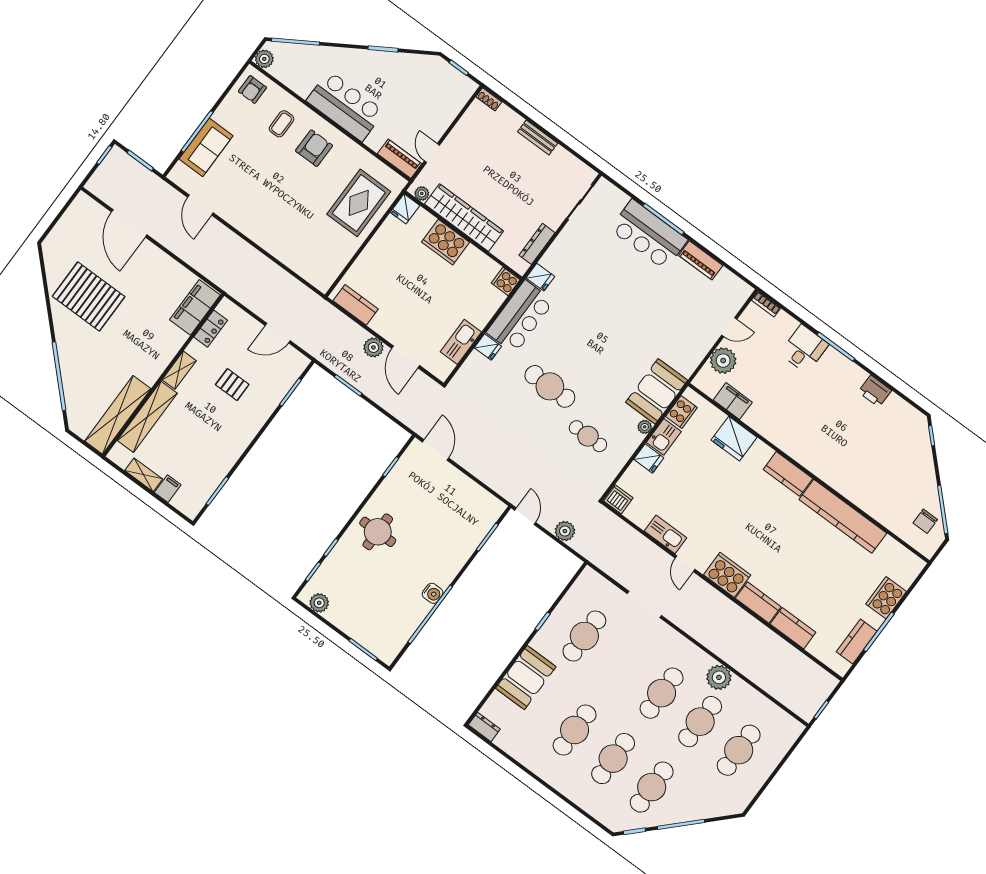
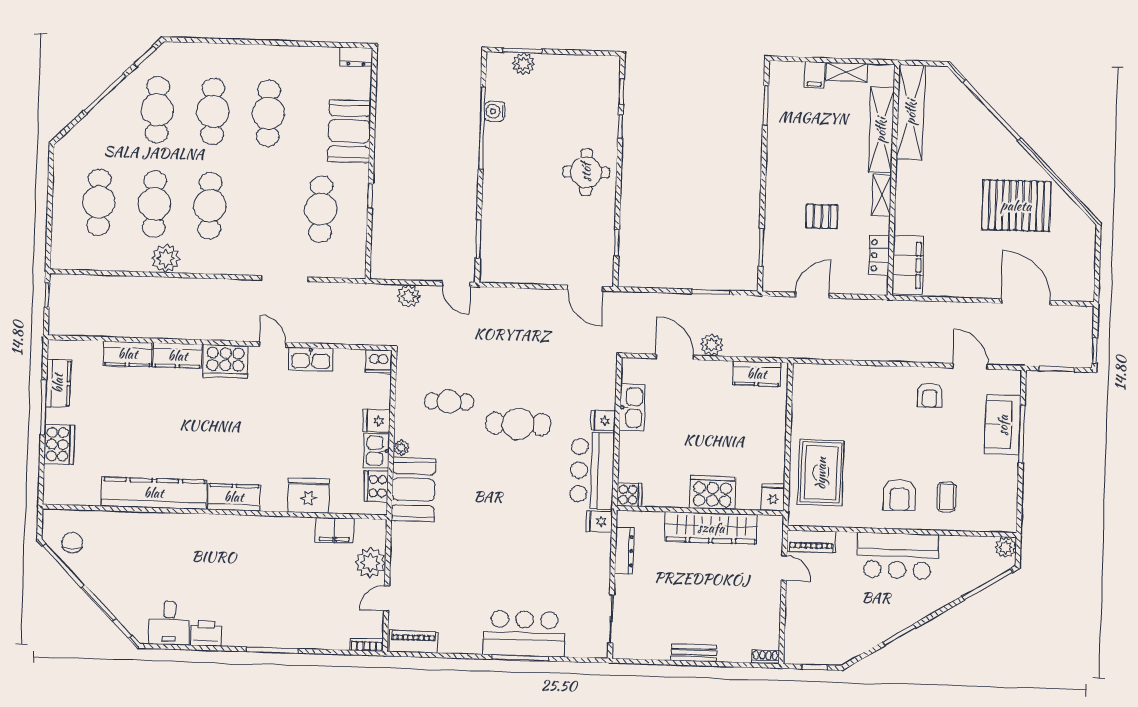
armchair: (252, 89) -> (930, 395), moved, turned 180
plant: (422, 193) -> (767, 523), removed
piano: (701, 260) -> (413, 642), moved
desk: (804, 349) -> (169, 623), moved
water cooler: (433, 593) -> (495, 111), moved
plant: (319, 603) -> (523, 64), moved

